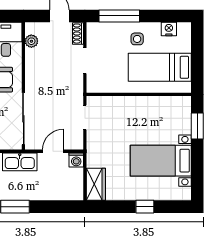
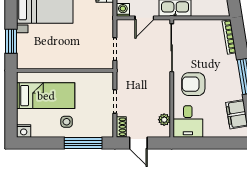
nightstand: (169, 29) -> (24, 131), moved

